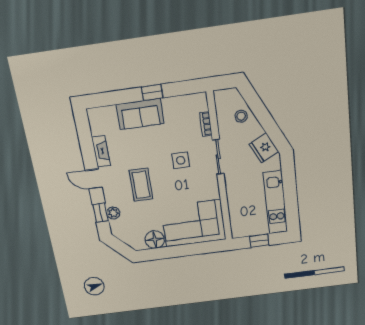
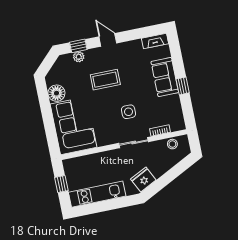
stool: (241, 116) -> (172, 144), moved
fireplace: (101, 151) -> (155, 41), moved
door: (94, 179) -> (108, 40), hinge flipped

